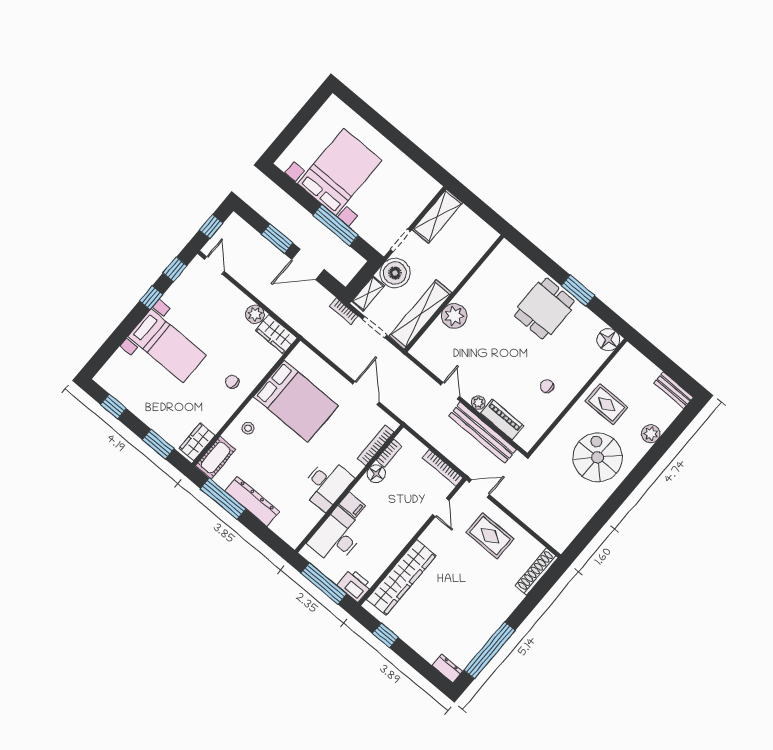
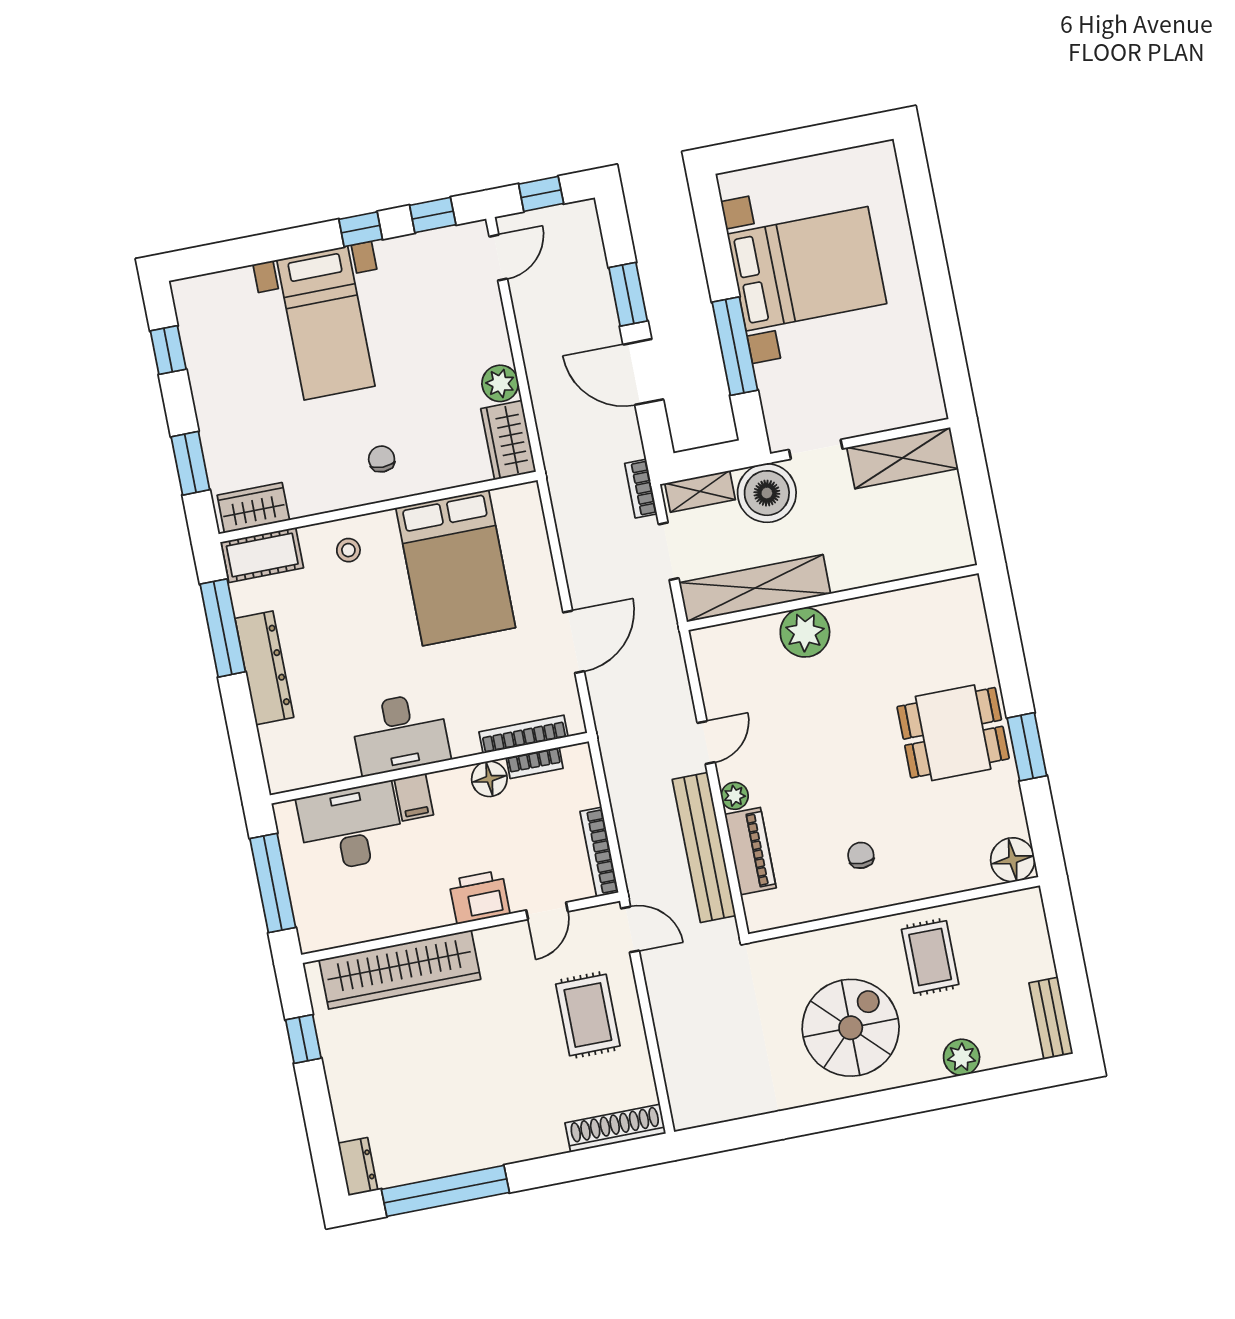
printer: (355, 585) -> (479, 897), moved, turned -90

